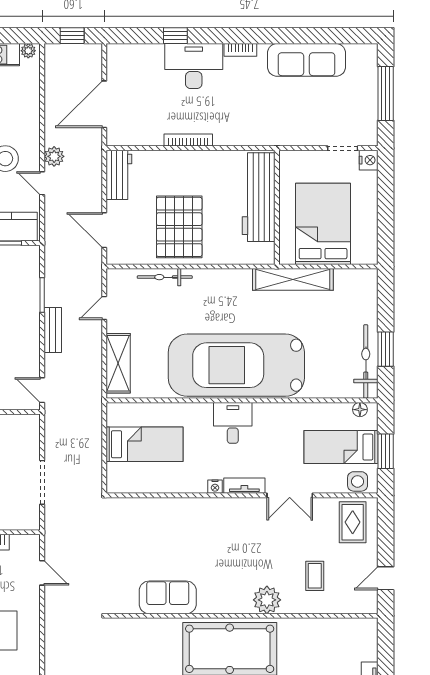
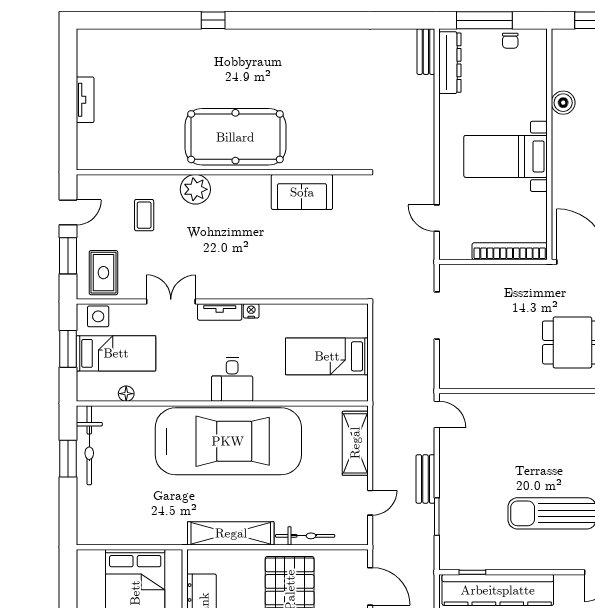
shelving: (293, 279) -> (231, 533), moved
floor lamp: (360, 410) -> (126, 394), moved
window: (386, 538) -> (68, 256), added

